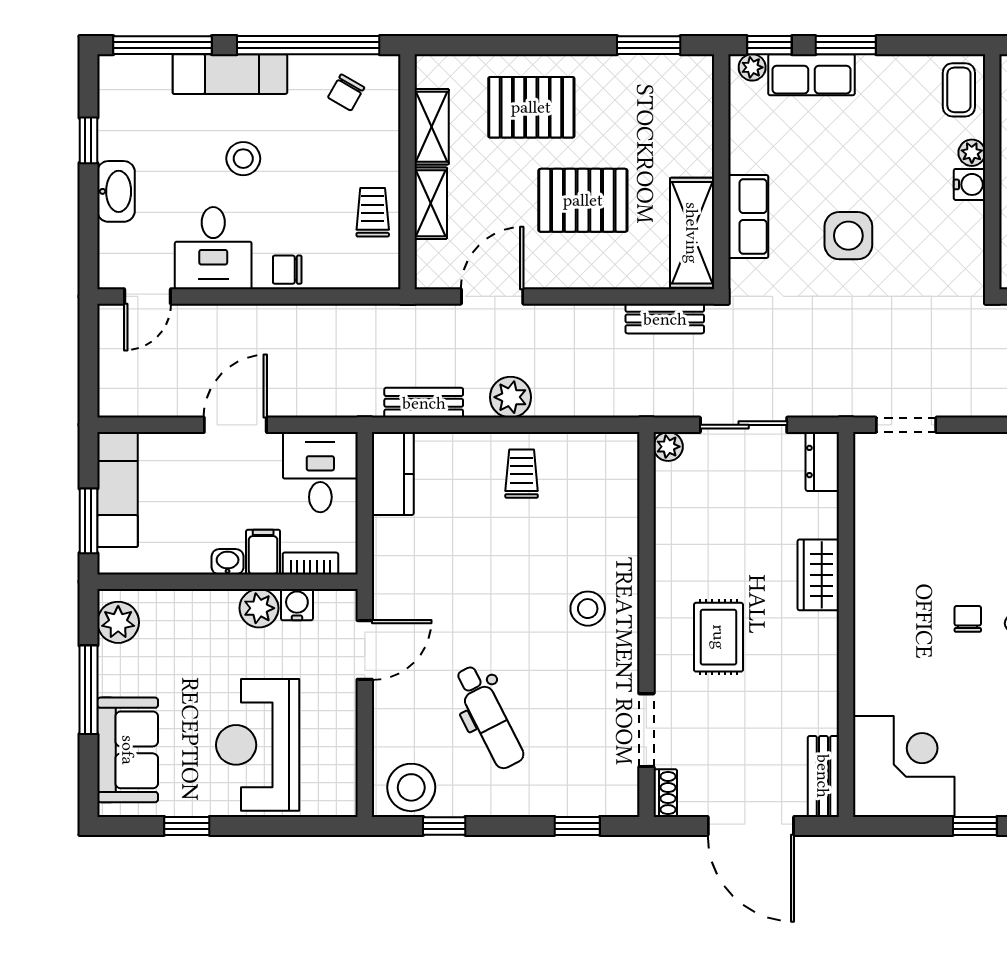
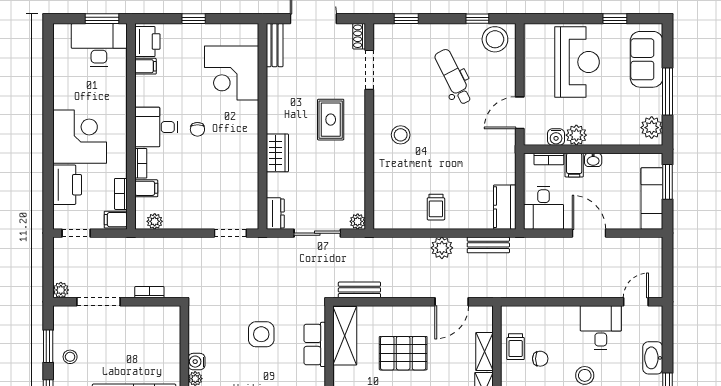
chair: (287, 270) -> (540, 359), moved
door: (235, 425) -> (589, 233), swing flipped
corner desk: (904, 766) -> (232, 73), moved

